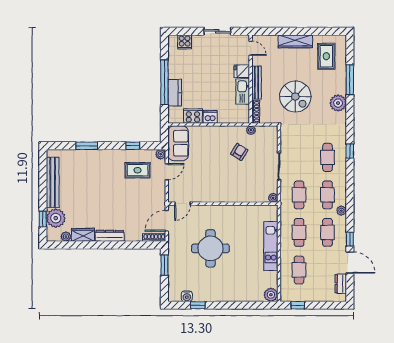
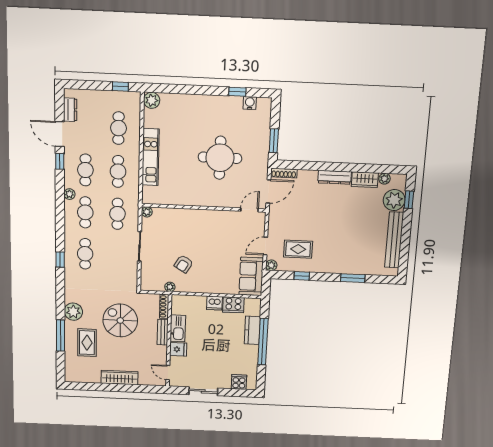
rug: (326, 56) -> (87, 343), moved
bench: (257, 83) -> (163, 332), width x0.73

